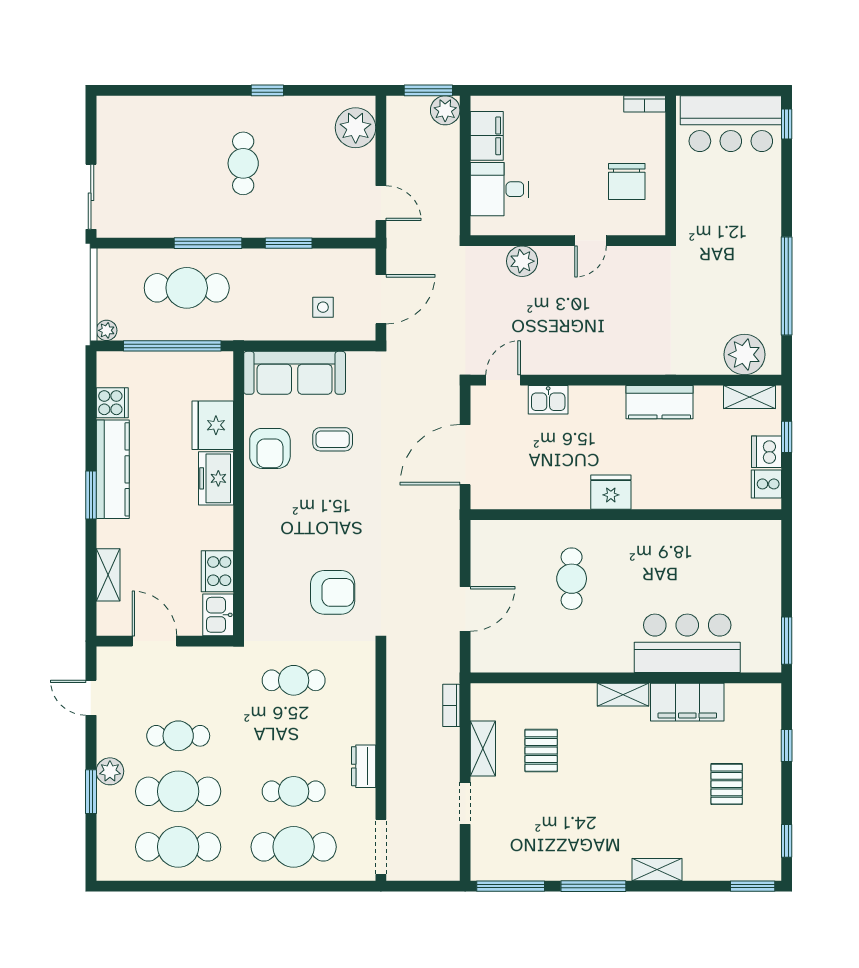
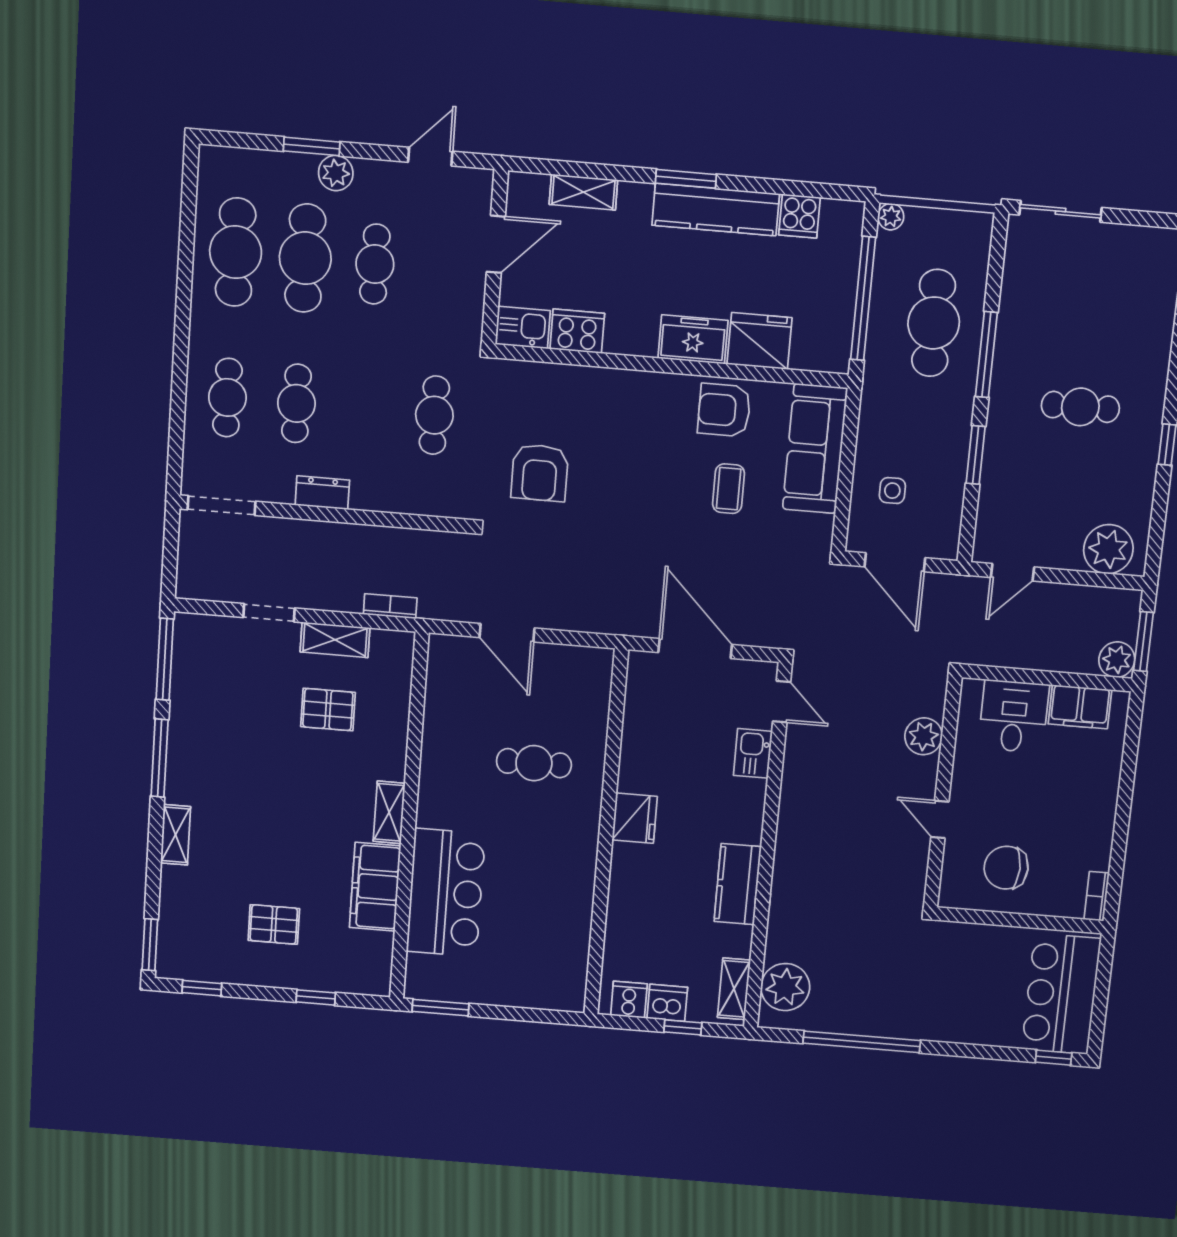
cafe table: (294, 847) -> (227, 398), width x0.73, depth x0.74

